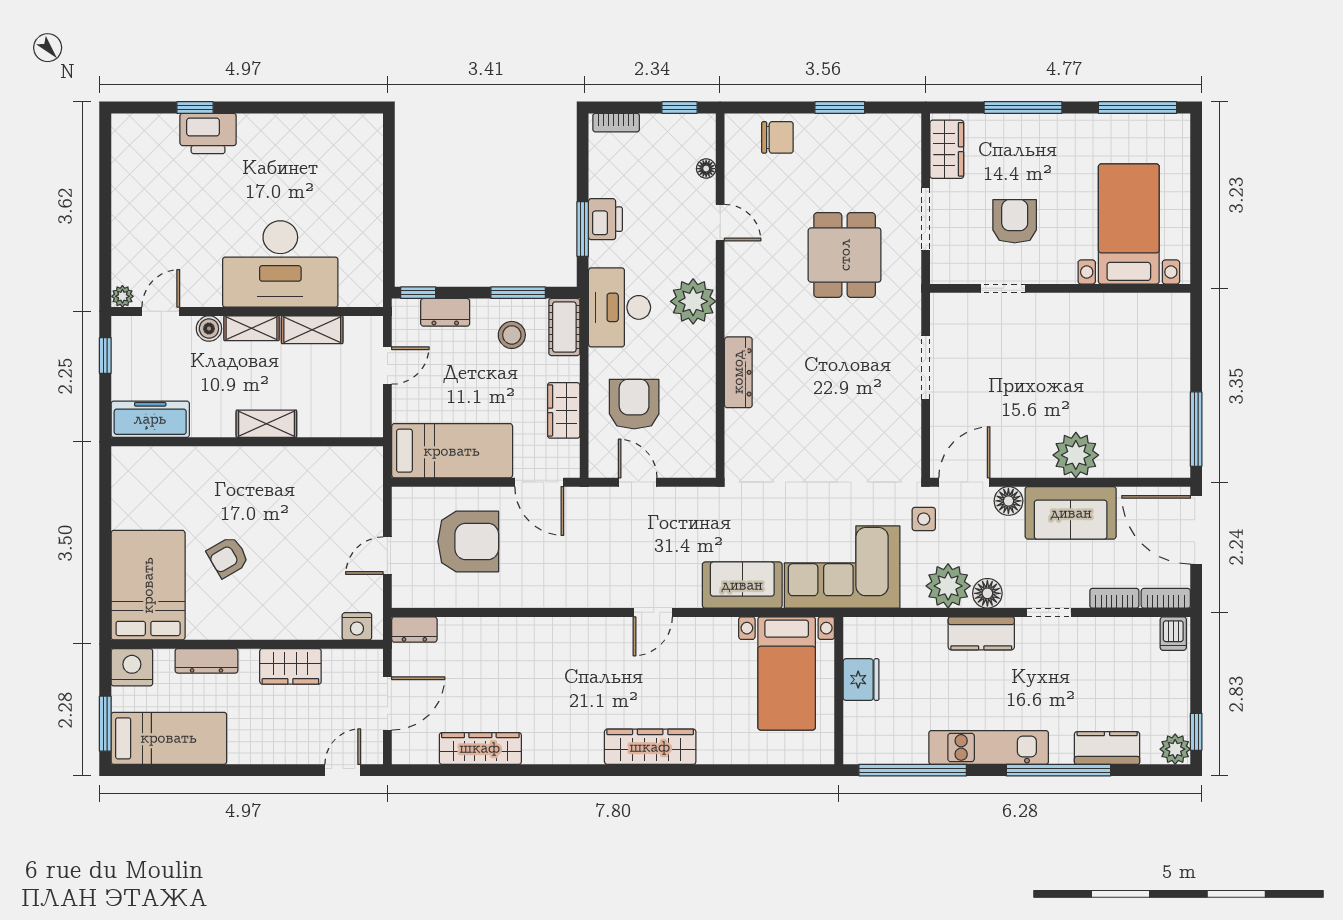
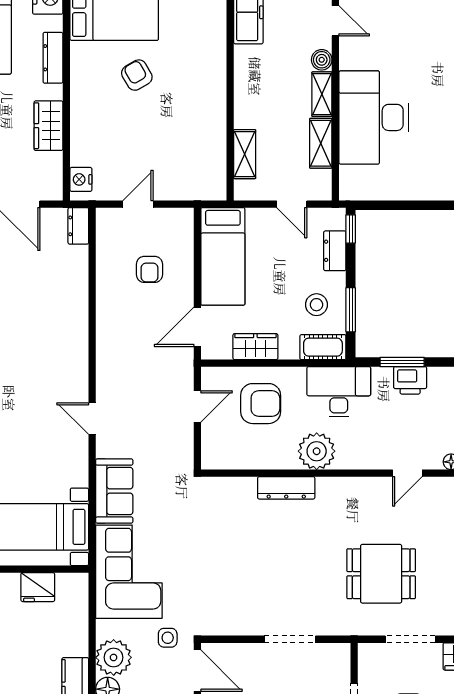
plant: (693, 301) -> (317, 451), moved
shelving: (266, 424) -> (245, 154), moved
armchair: (468, 541) -> (149, 269), width x0.53, depth x0.53
door: (387, 556) -> (138, 204), hinge flipped

